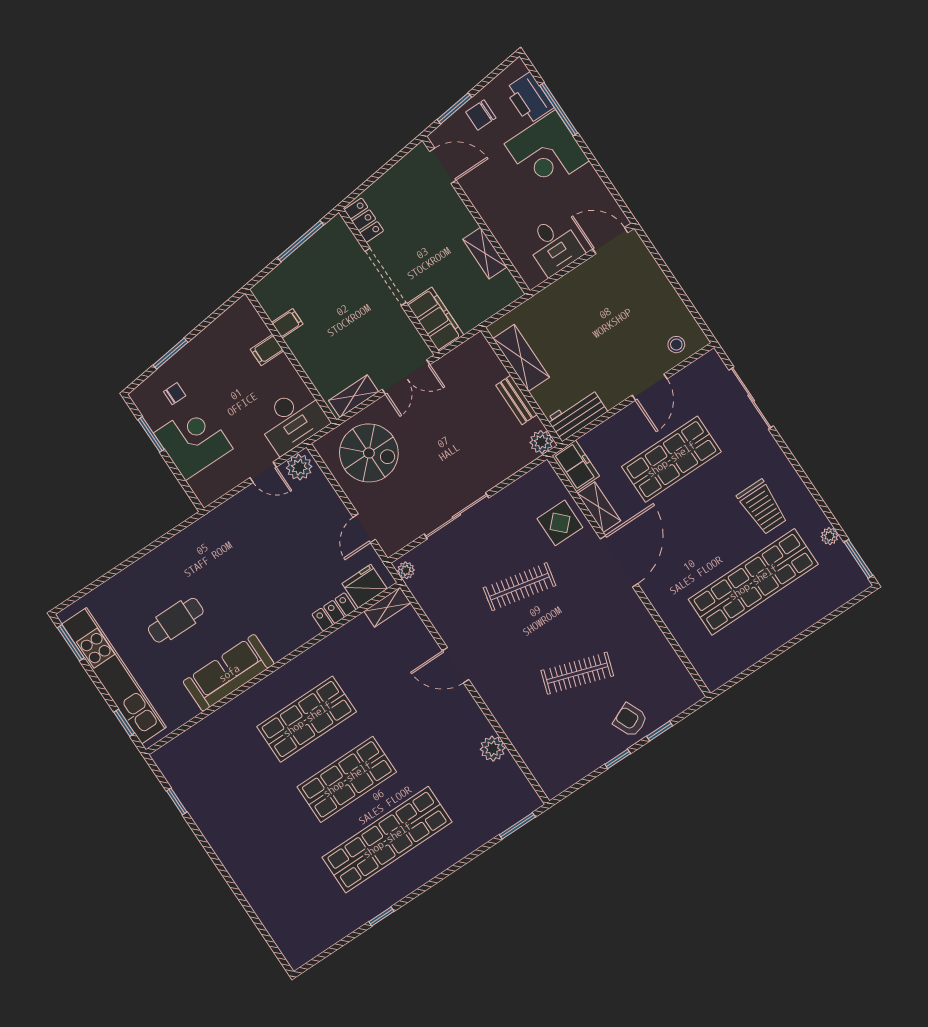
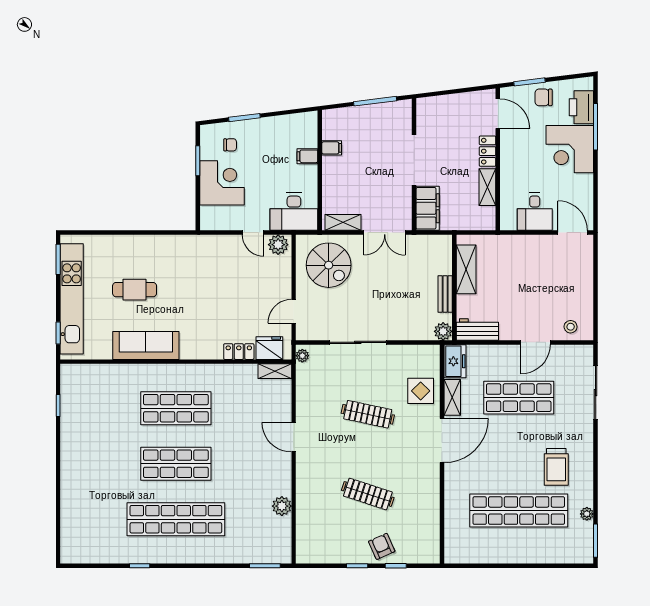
locker: (364, 220) -> (488, 151), moved, turned 180

